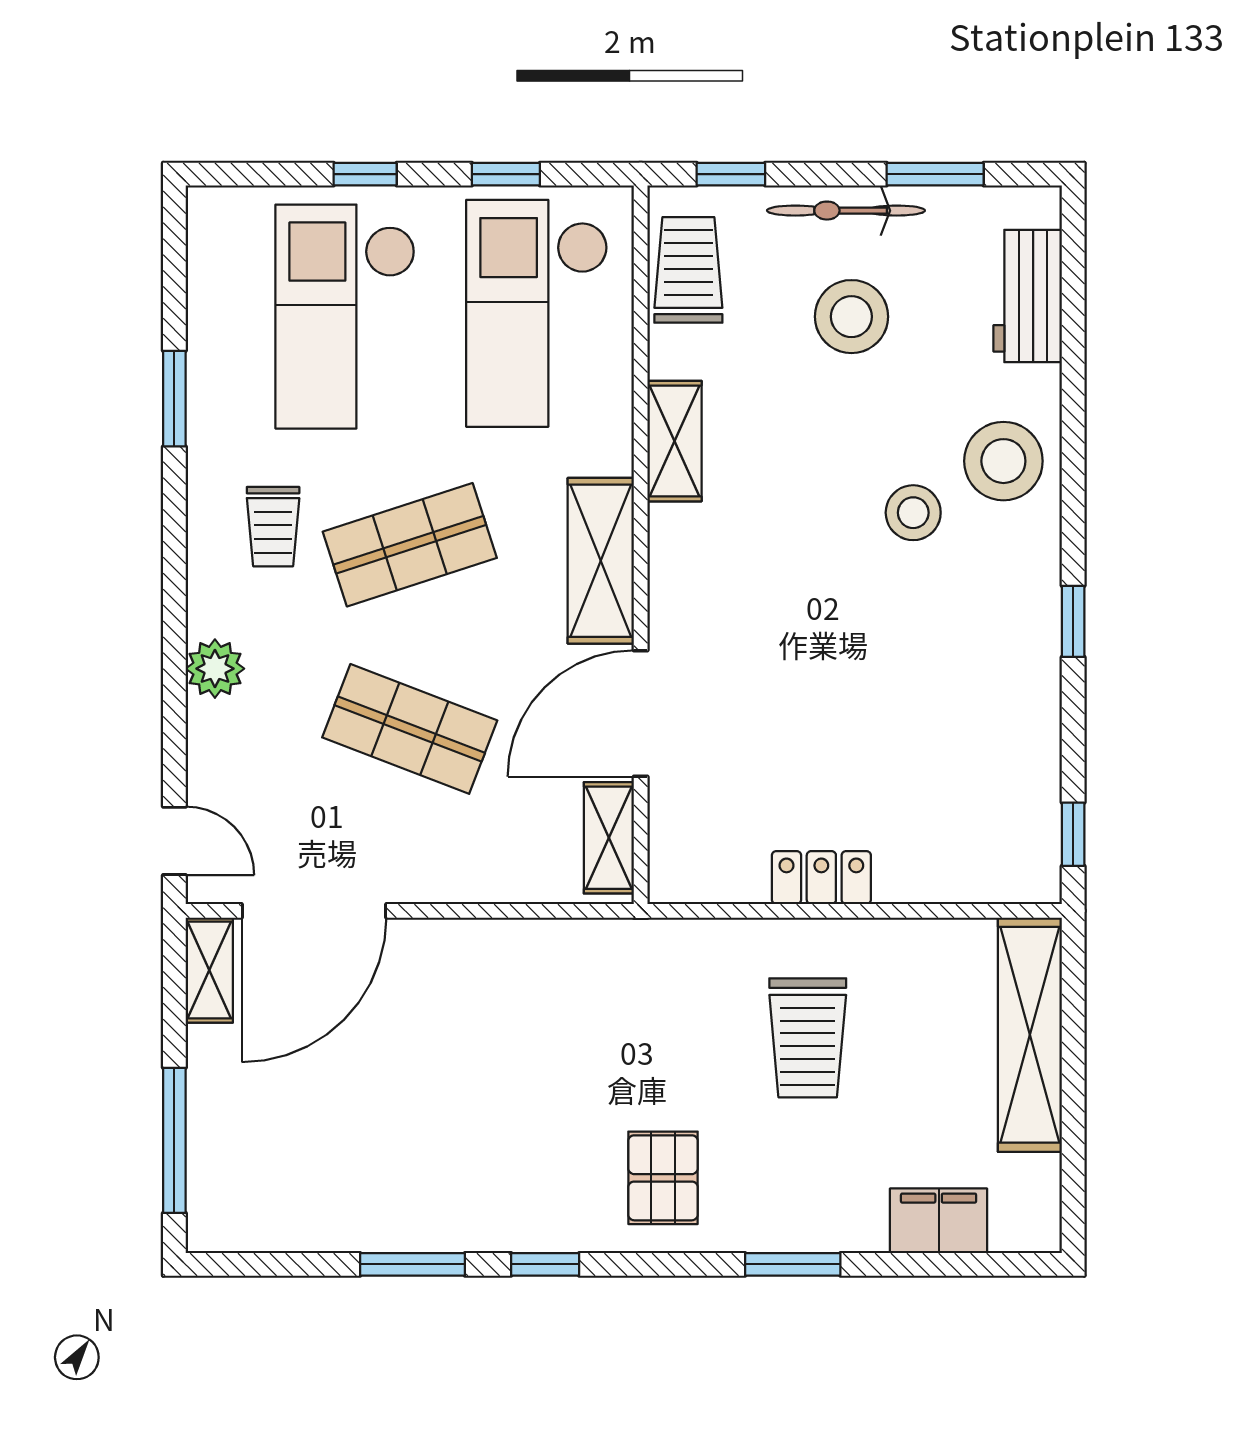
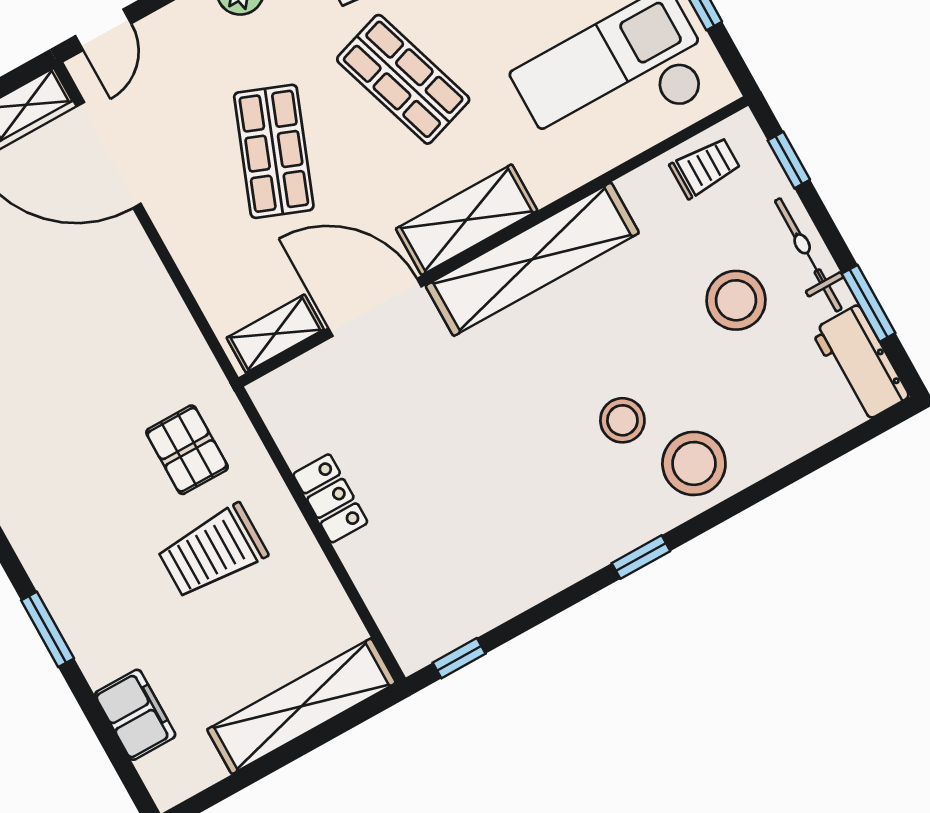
trolley: (688, 270) -> (705, 168), width x0.73, depth x0.72
workbench: (1028, 296) -> (860, 364), moved, turned -90
shelving: (674, 441) -> (532, 259), width x2.20, depth x1.33
window: (1073, 621) -> (641, 557), moved
pallet: (663, 1178) -> (187, 450), moved, turned 90

